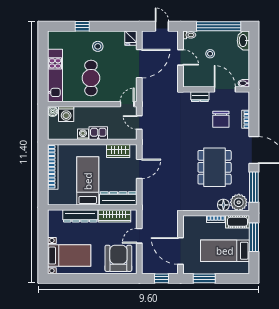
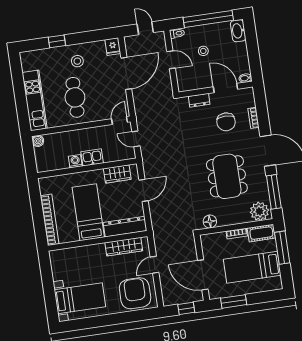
washing machine: (66, 114) -> (53, 141), removed
bookcase: (53, 167) -> (50, 220), moved
floor lamp: (223, 205) -> (210, 222), moved
dresser: (80, 216) -> (86, 252), removed

